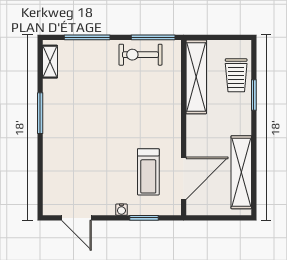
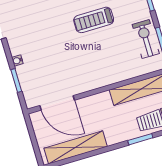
treadmill: (148, 172) -> (94, 20), moved

